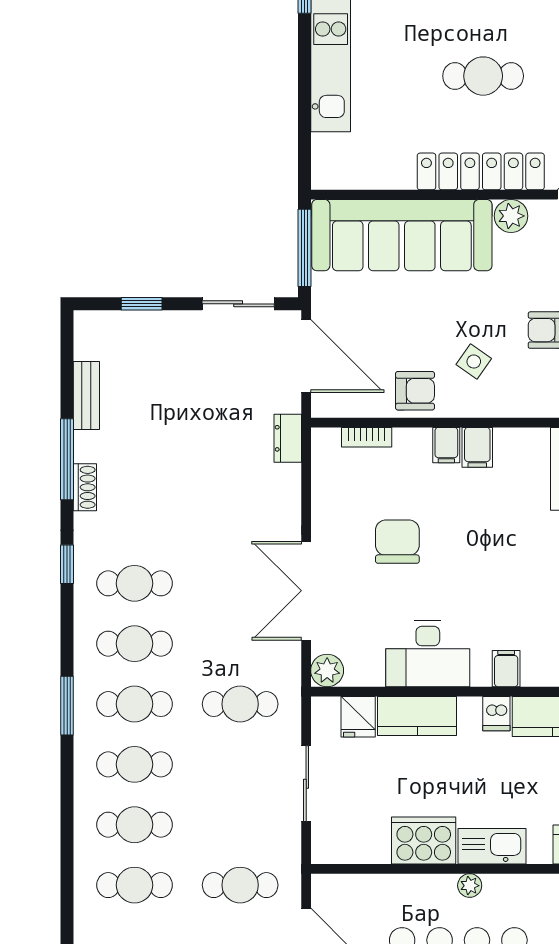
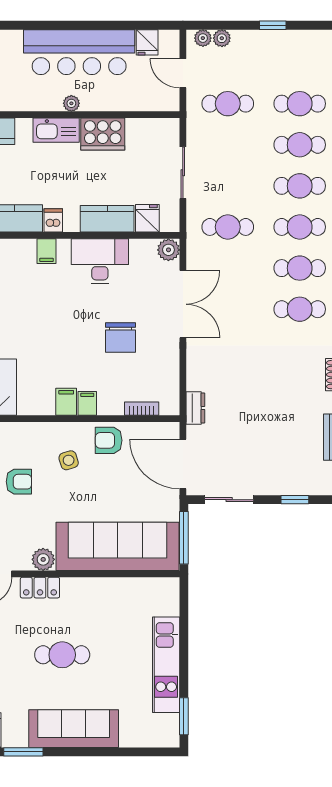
locker: (481, 171) -> (40, 588), width x0.46, depth x0.83
side table: (474, 362) -> (69, 460), turned 38

